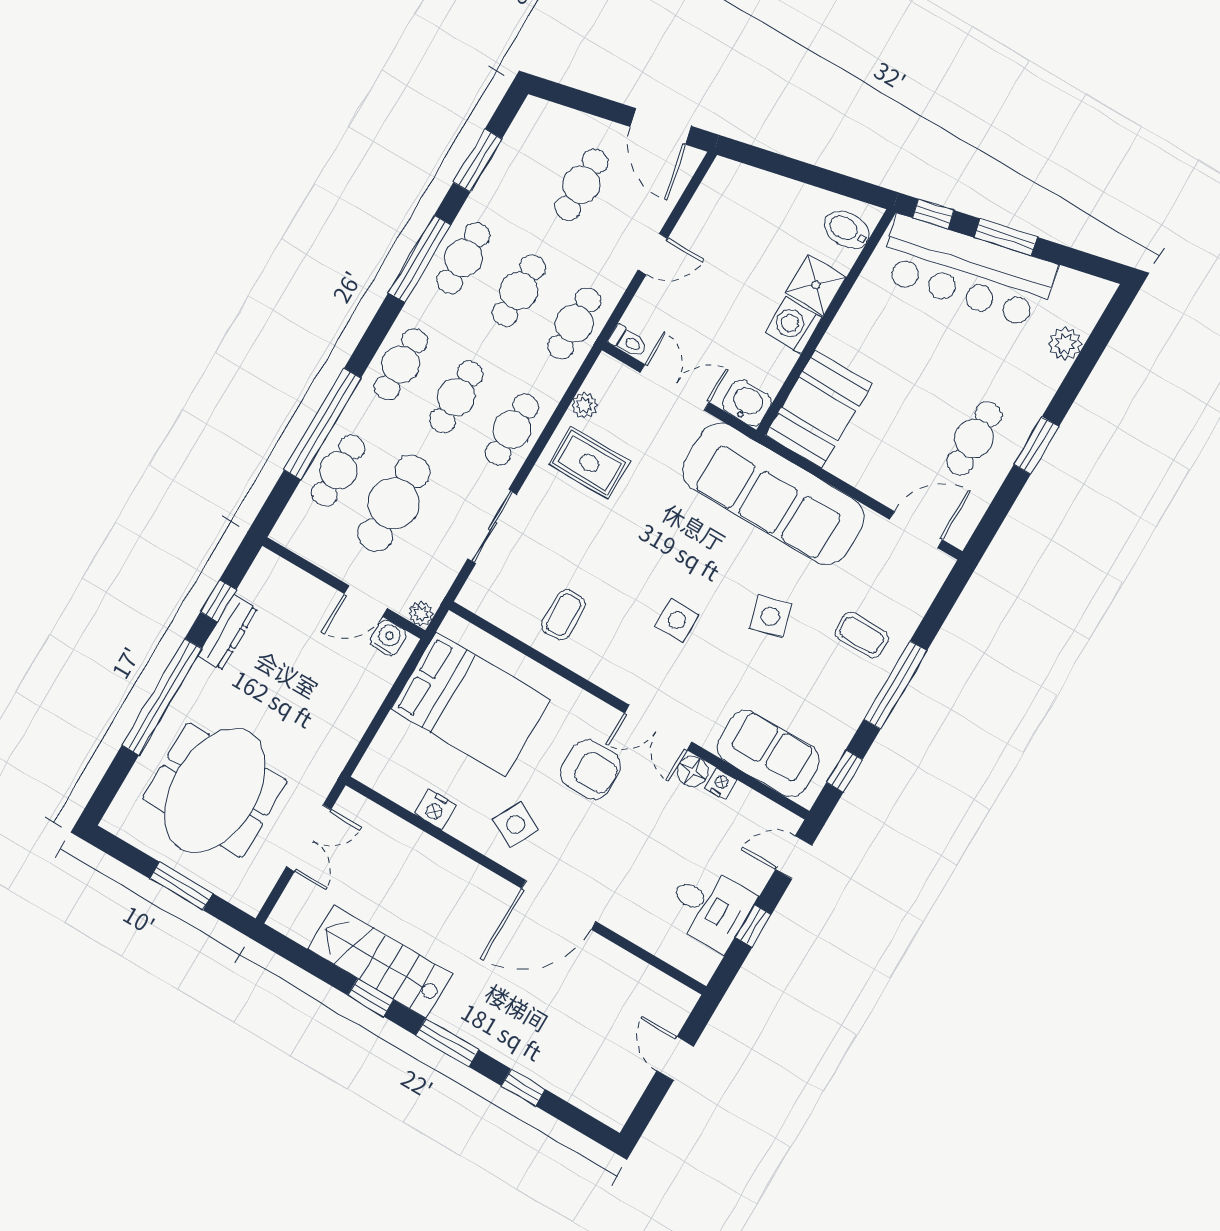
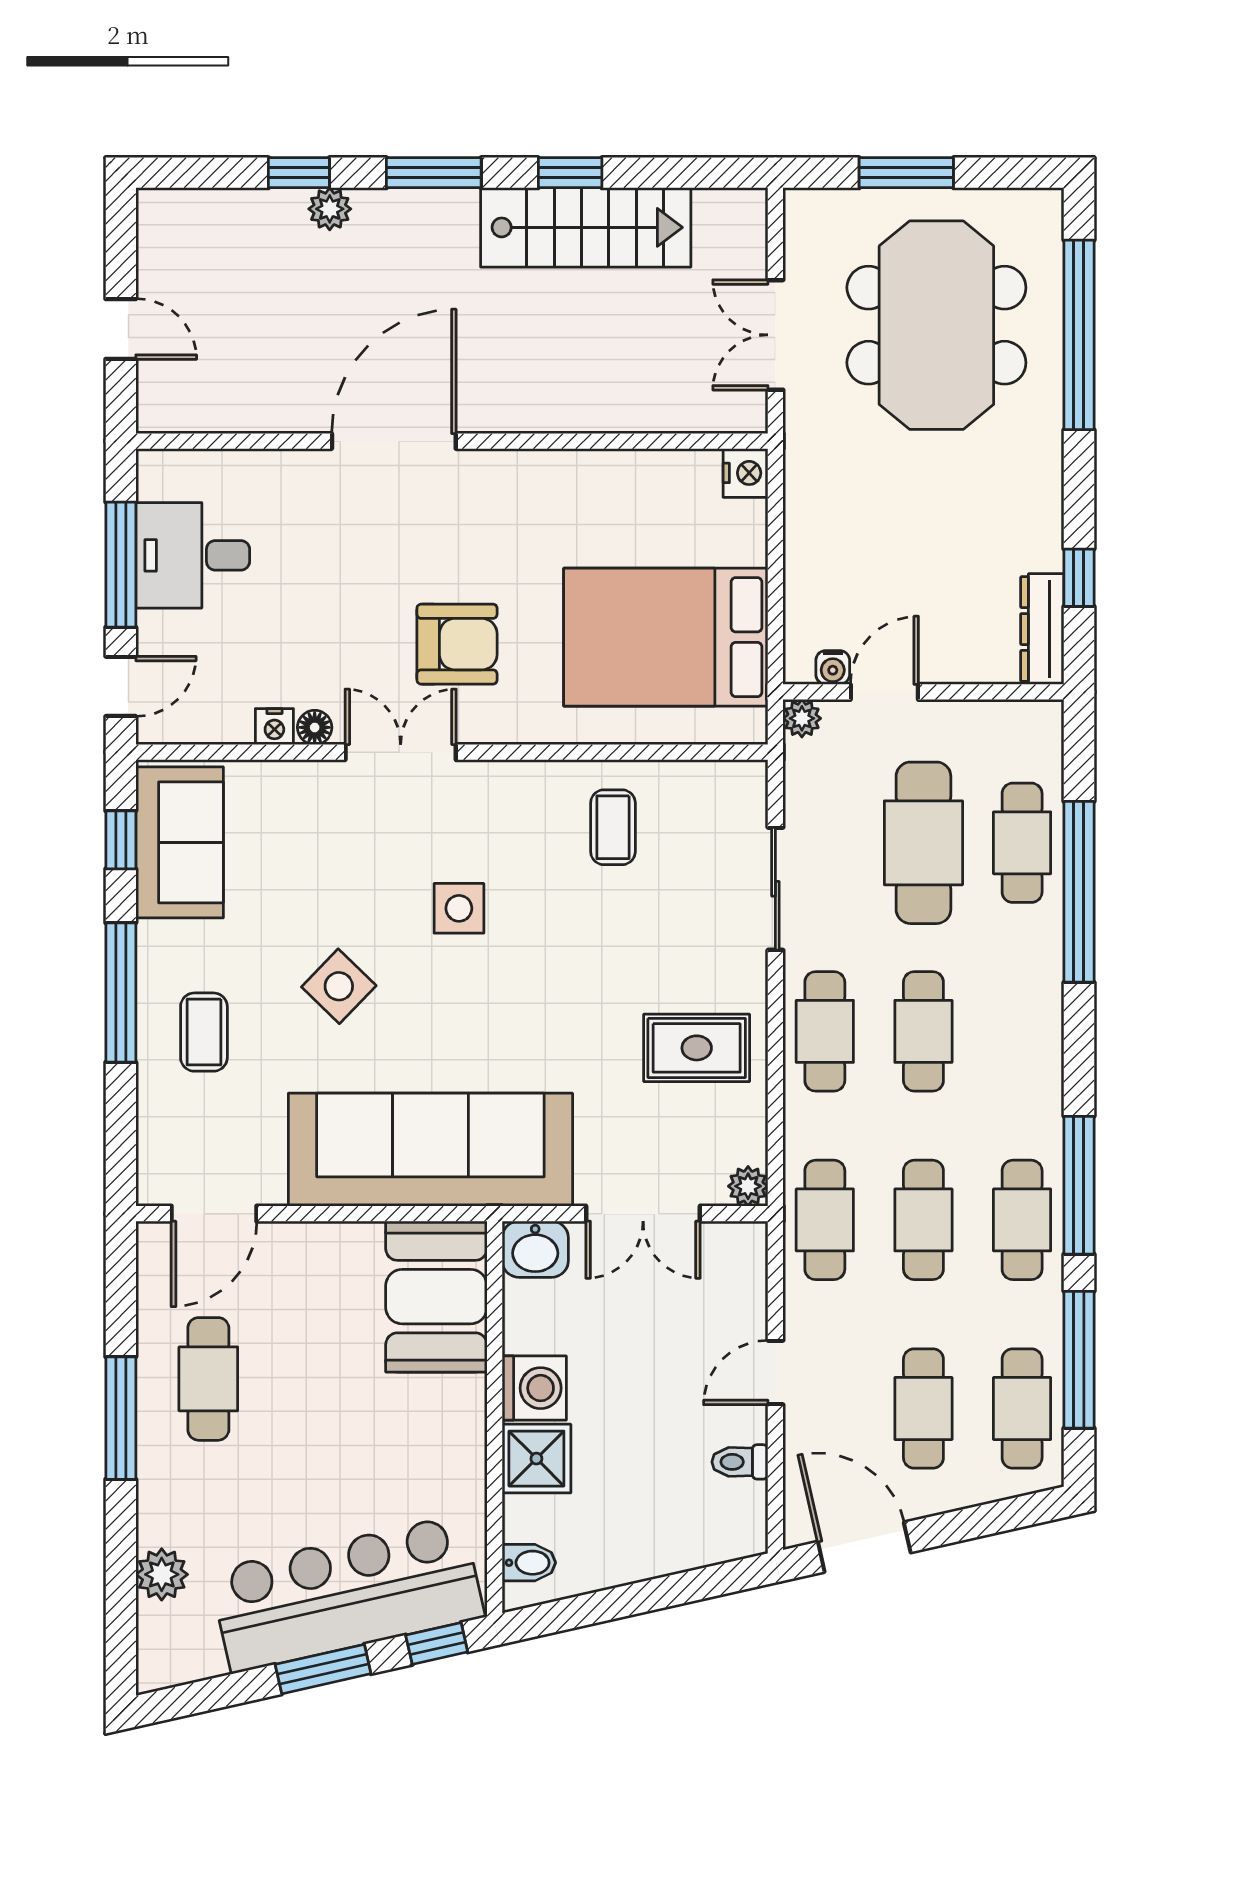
window: (478, 161) -> (1079, 1360), width x1.44
bidet: (847, 230) -> (529, 1563), width x0.72, depth x0.74
toilet: (628, 341) -> (740, 1462), moved
cafe table: (401, 364) -> (1022, 1409), moved
plant: (584, 405) -> (748, 1186), moved
window: (1036, 445) -> (121, 1418), width x1.44
side table: (770, 616) -> (339, 986), turned -31
dresser: (227, 633) -> (1042, 629), moved
coffee table: (862, 635) -> (204, 1032), turned 90
water cooler: (388, 638) -> (833, 667), width x0.72, depth x0.72
window: (162, 697) -> (1079, 335), moved
sofa: (768, 754) -> (180, 842), moved, turned -90
armchair: (590, 770) -> (457, 644), turned 180
floor lamp: (693, 771) -> (315, 727), width x0.73, depth x0.73
nightstand: (435, 809) -> (746, 473), moved, turned 90
side table: (516, 824) -> (513, 514), removed
window: (753, 926) -> (121, 565), width x2.17
plant: (518, 1057) -> (330, 209), added

